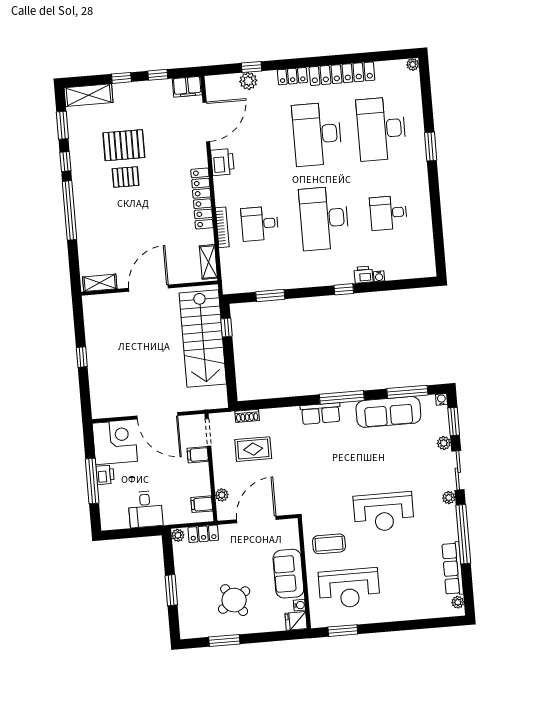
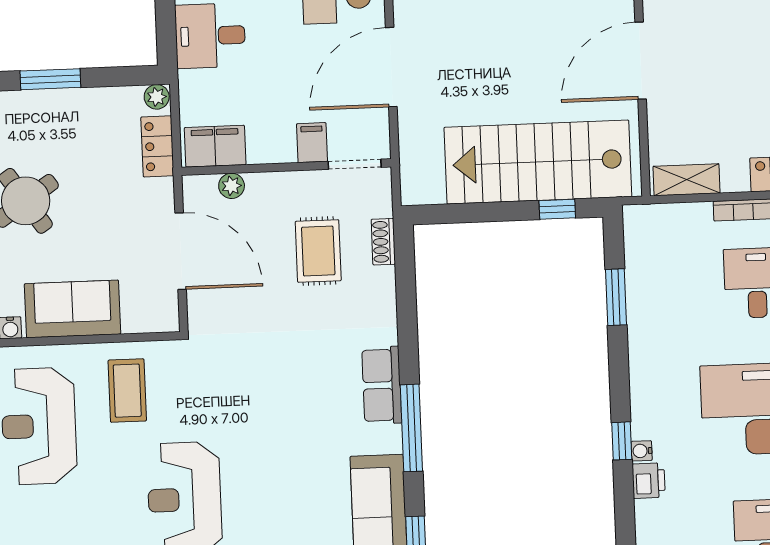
water cooler: (379, 276) -> (642, 451), moved
door: (148, 288) -> (641, 61), swing flipped
filing cabinet: (202, 504) -> (215, 146), width x2.00

